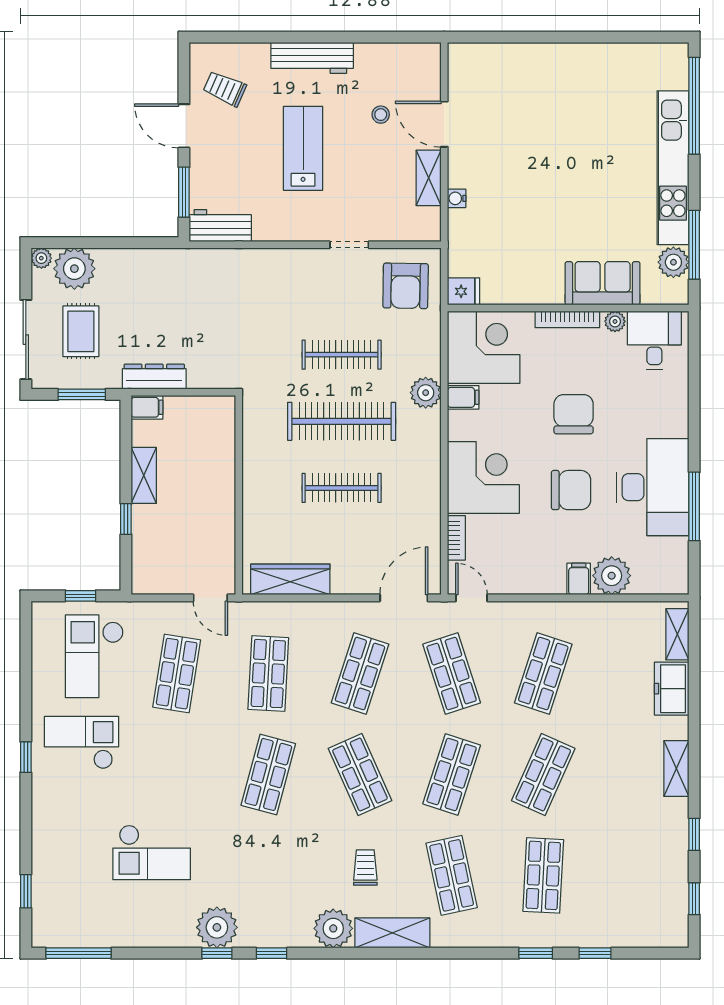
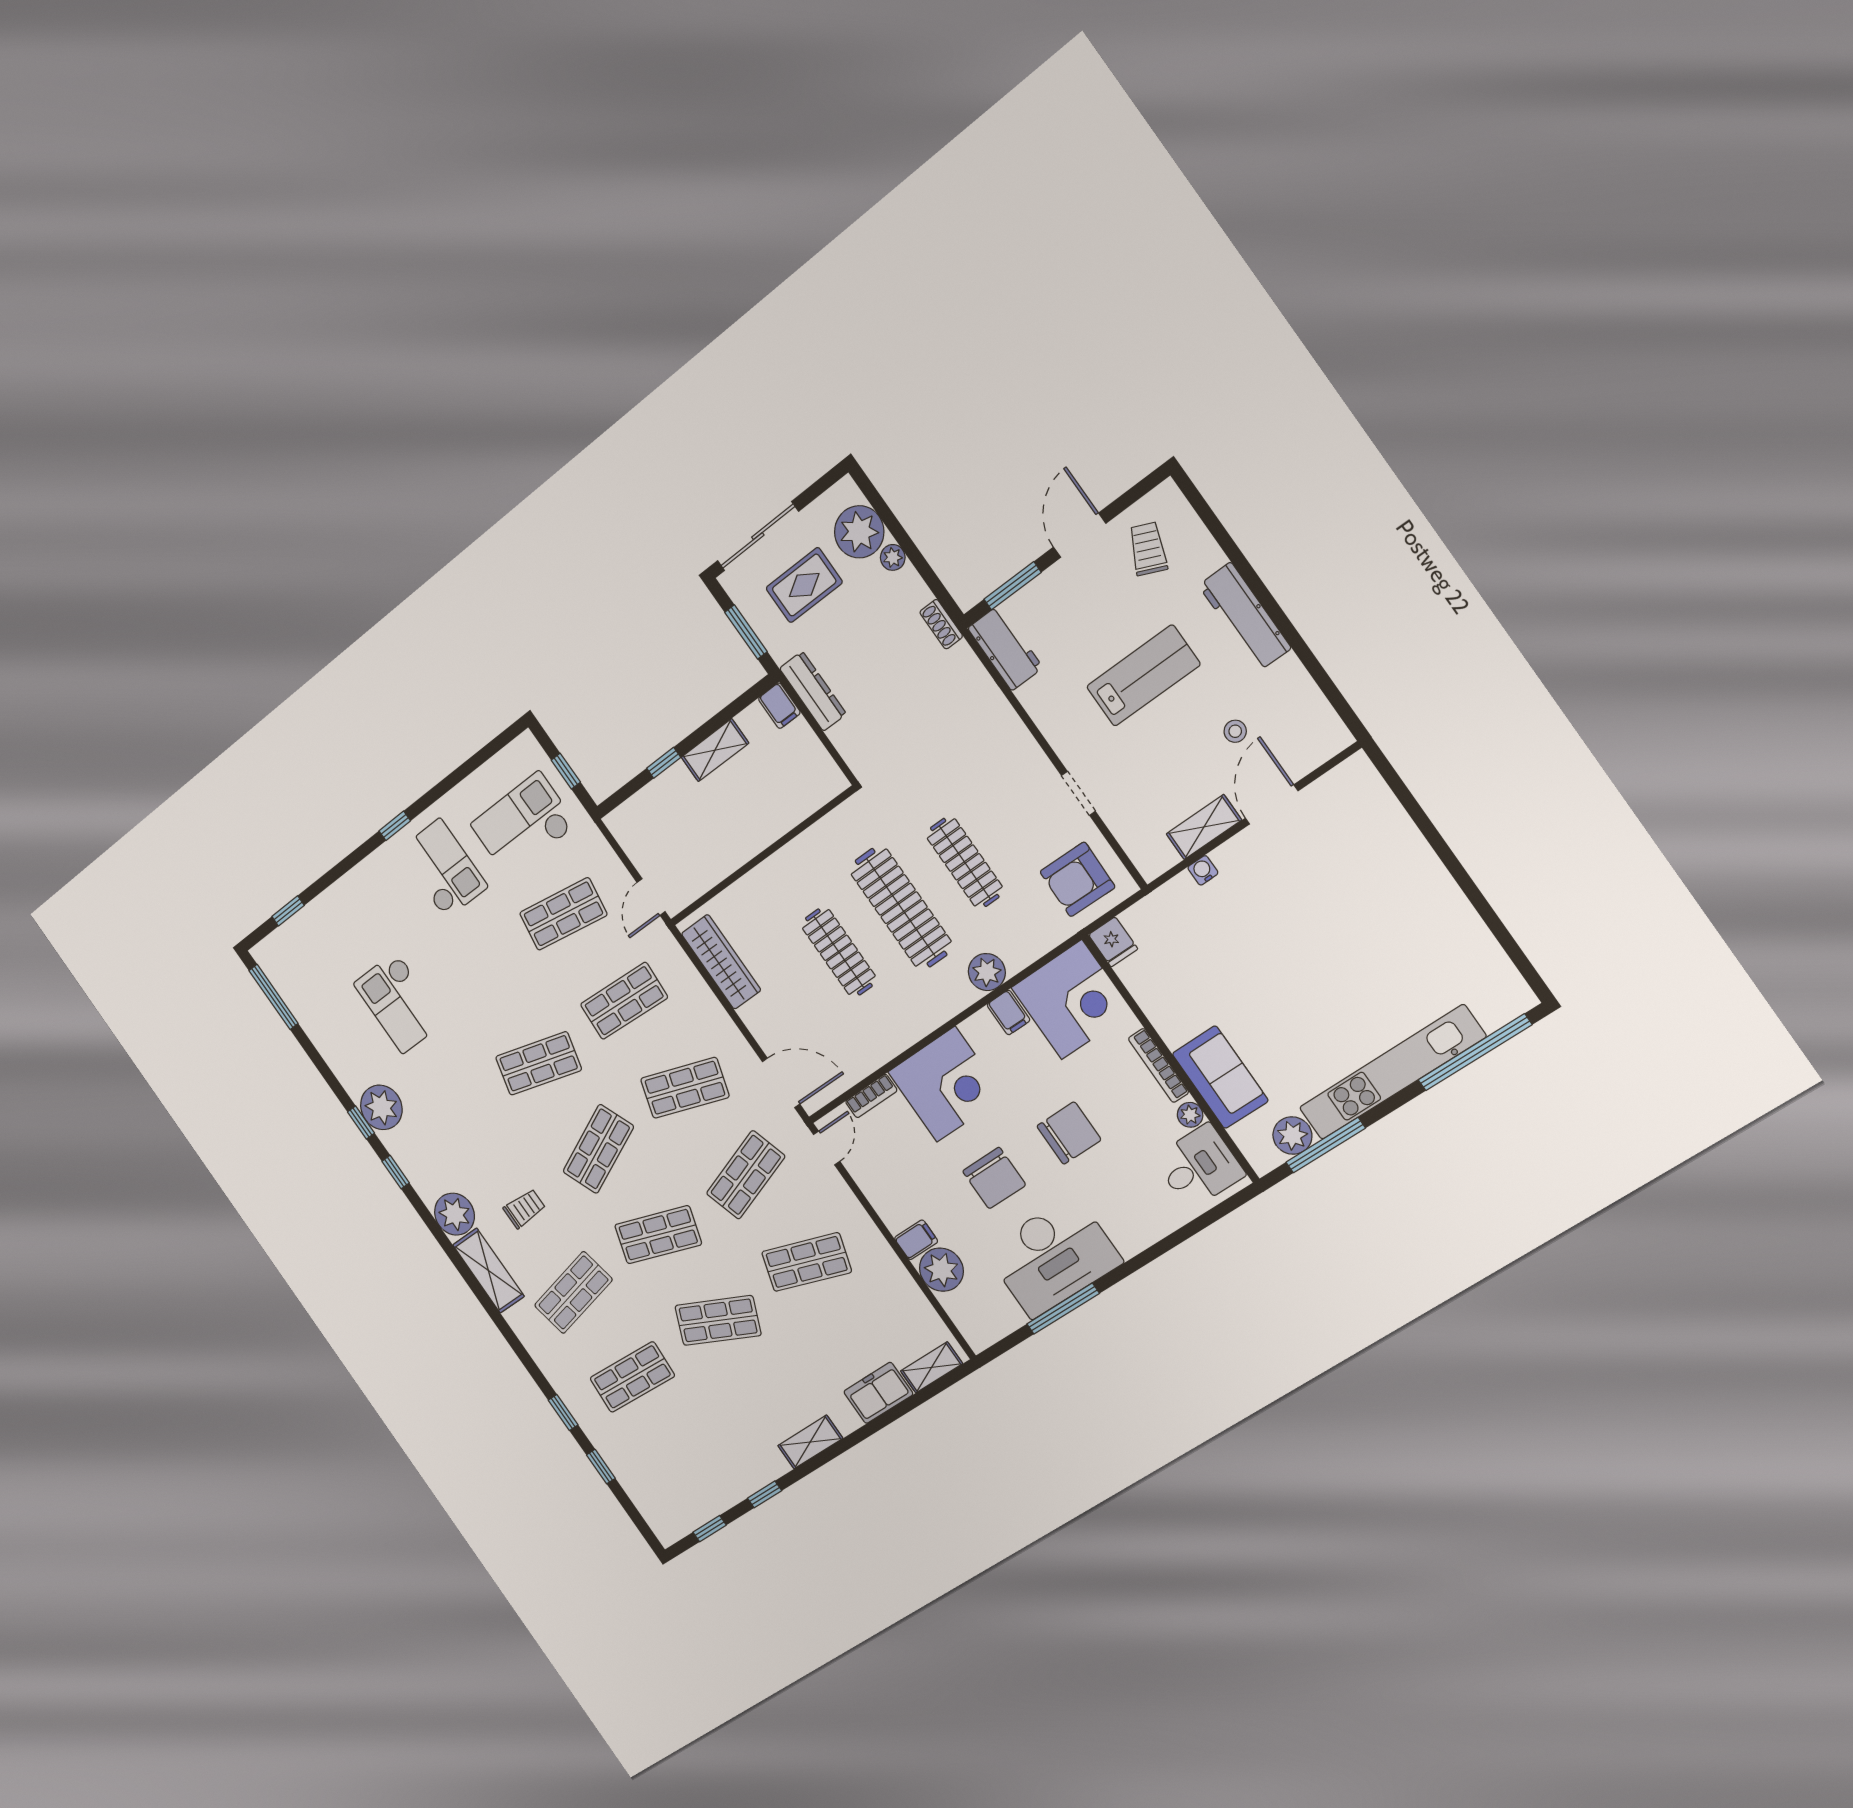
shoe rack: (174, 257) -> (941, 624), added
plant: (41, 258) -> (893, 557), moved

